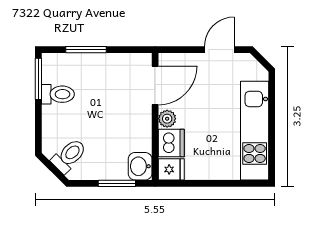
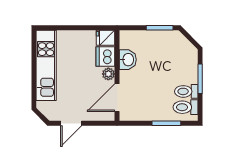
window: (38, 79) -> (200, 79), moved
toilet: (69, 156) -> (186, 107), moved, turned 45
washbasin: (140, 166) -> (128, 60), moved
window: (117, 183) -> (160, 28), moved

